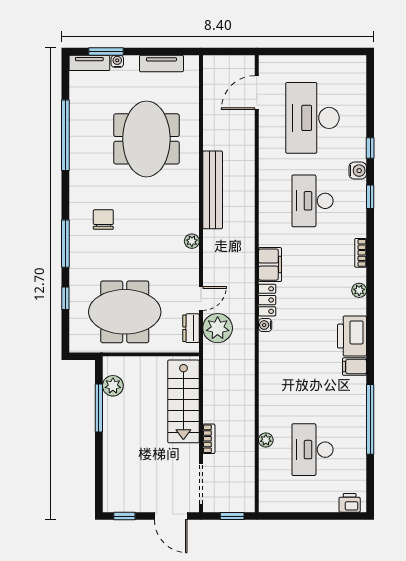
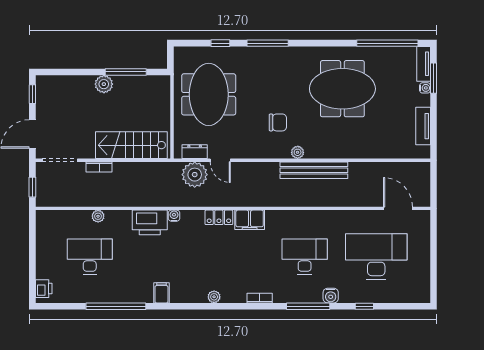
window: (65, 135) -> (387, 43), moved
meeting table: (146, 139) -> (342, 89), moved
window: (370, 148) -> (364, 306), moved
window: (370, 197) -> (308, 306), width x2.17
chair: (103, 219) -> (278, 122), moved
plant: (192, 241) -> (298, 152), moved
plant: (359, 290) -> (214, 297), moved
water cooler: (265, 325) -> (174, 216), moved
printer: (352, 336) -> (150, 222), moved, turned 180
plant: (113, 386) -> (104, 84), moved

